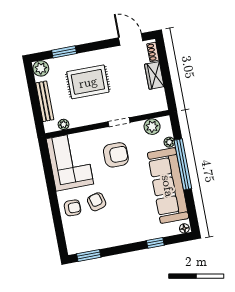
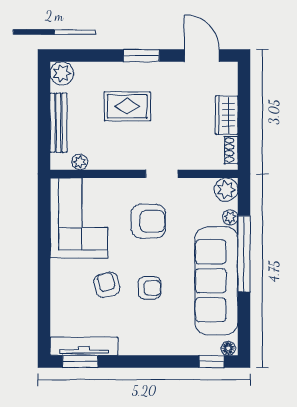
window: (64, 52) -> (141, 56), moved
shoe rack: (153, 52) -> (231, 150), moved
rug: (88, 82) -> (127, 106), width x0.73, depth x0.70
plant: (152, 127) -> (226, 190), moved
armchair: (72, 208) -> (150, 288), moved
window: (155, 243) -> (212, 362), moved
tv unit: (89, 245) -> (84, 346), added

